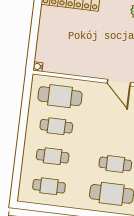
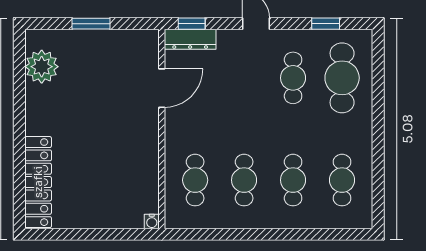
cafe table: (60, 96) -> (195, 180), width x0.73, depth x0.74

